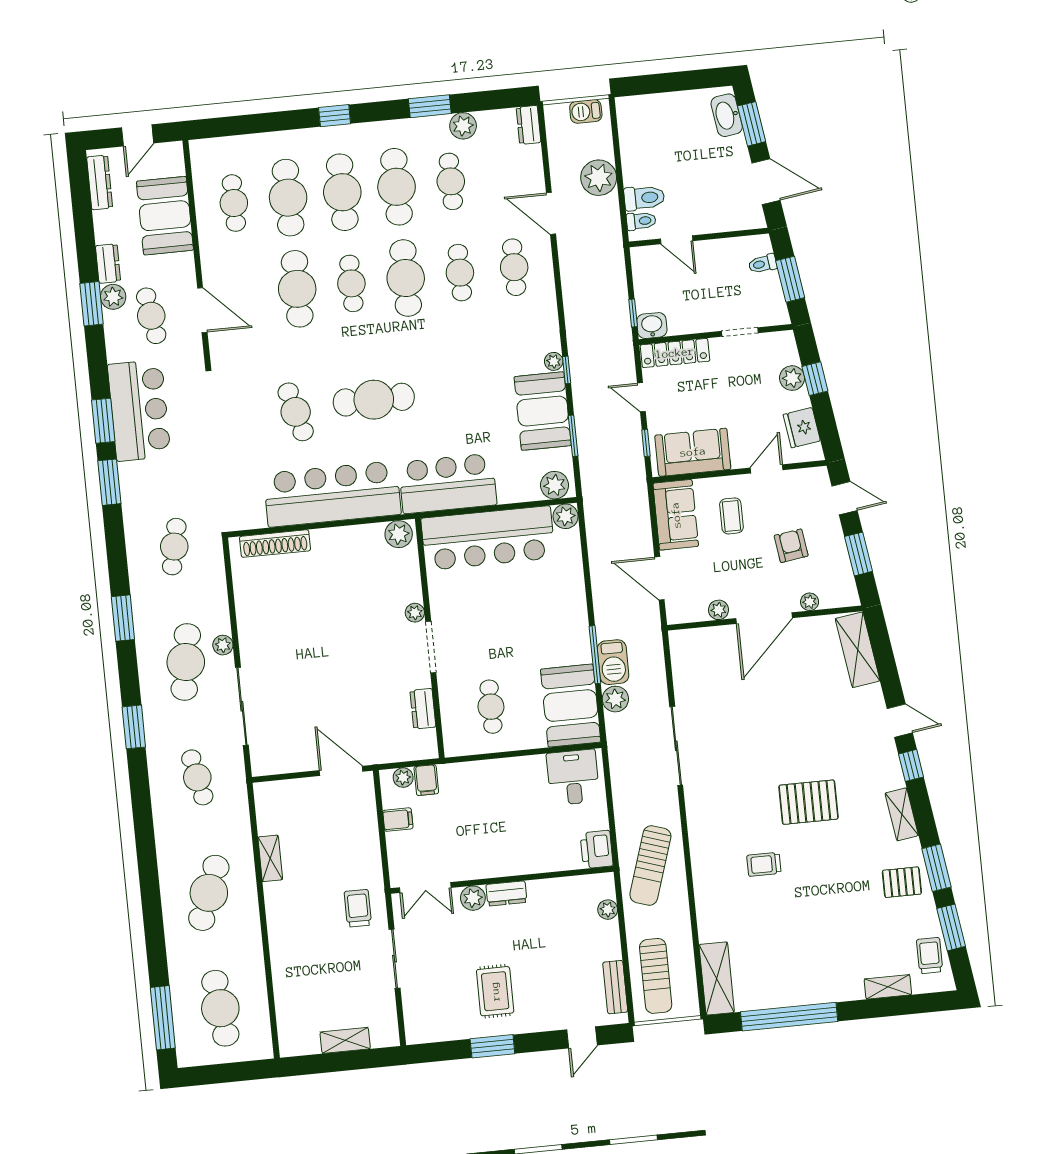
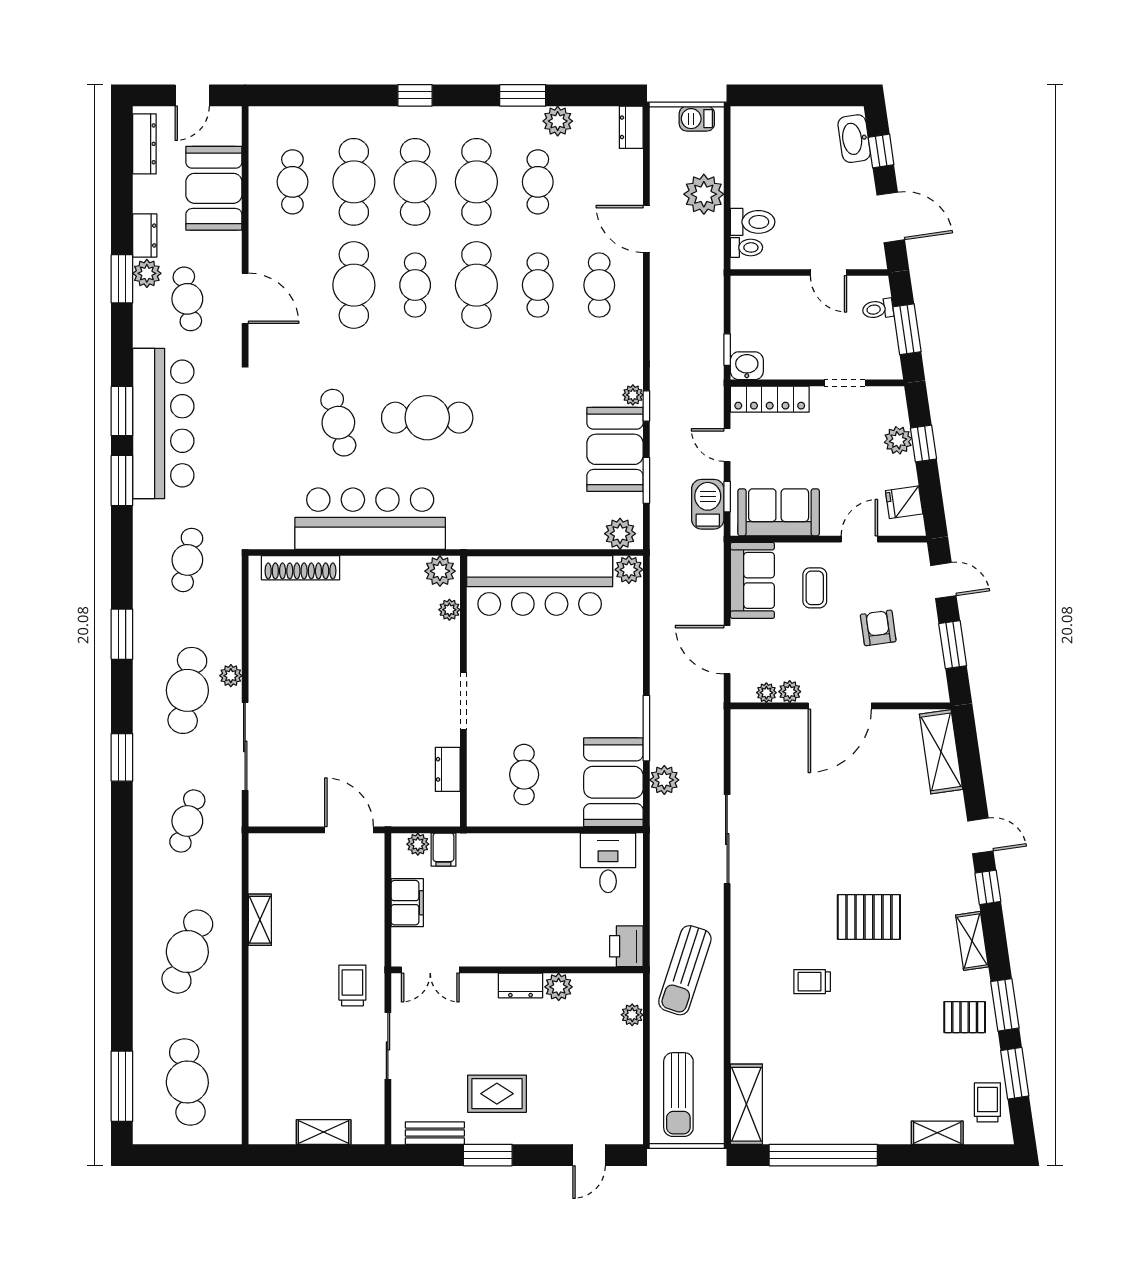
window: (752, 124) -> (881, 151), width x0.67
door: (677, 240) -> (829, 272), moved
bar counter: (139, 410) -> (163, 424), width x1.36
fridge: (802, 428) -> (904, 502), width x0.72
bar counter: (448, 483) -> (501, 520), removed
plant: (810, 602) -> (766, 693), moved
plant: (415, 613) -> (449, 610), moved
barbecue: (613, 662) -> (708, 504), moved, turned 180
cafe table: (197, 777) -> (187, 821), turned 30
filing cabinet: (398, 820) -> (407, 903), width x2.00
plant: (473, 898) -> (559, 987), moved
bench: (615, 987) -> (435, 1133), moved, turned 90
rug: (495, 991) -> (497, 1094), turned 90

